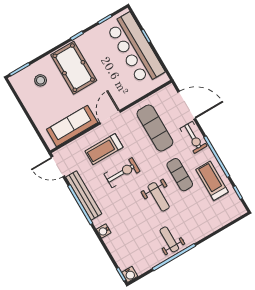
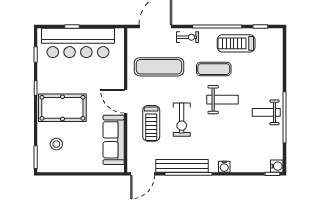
exercise bike: (193, 137) -> (188, 37), width x0.73, depth x0.72
exercise bike: (122, 173) -> (182, 120), turned 180

